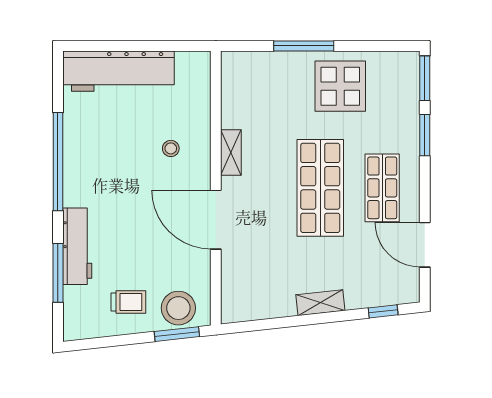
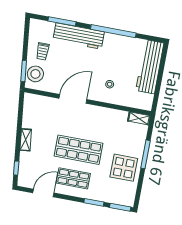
shelving: (231, 152) -> (139, 118), moved
workbench: (77, 246) -> (79, 36), width x1.36, depth x1.32

